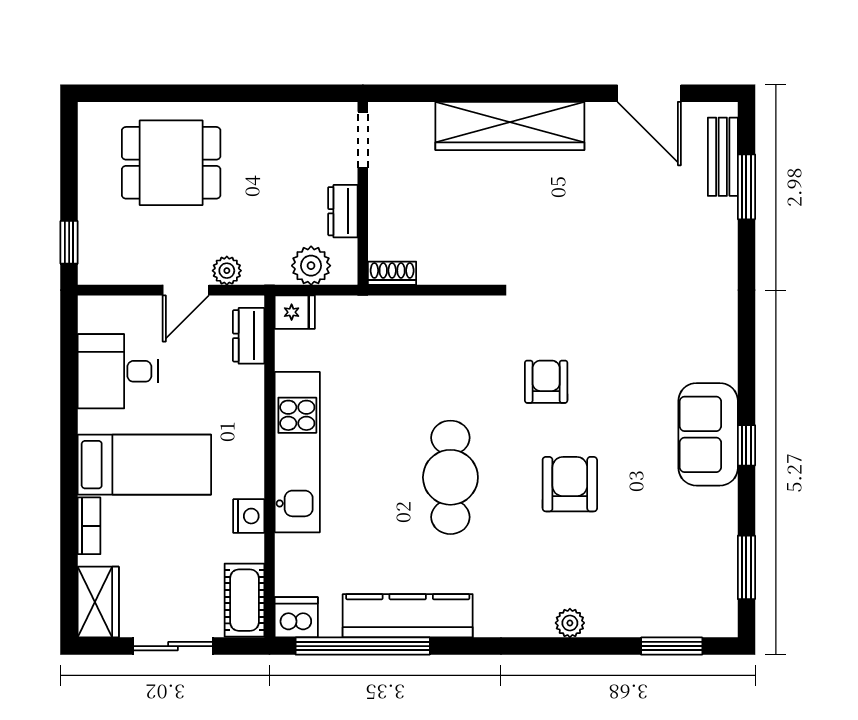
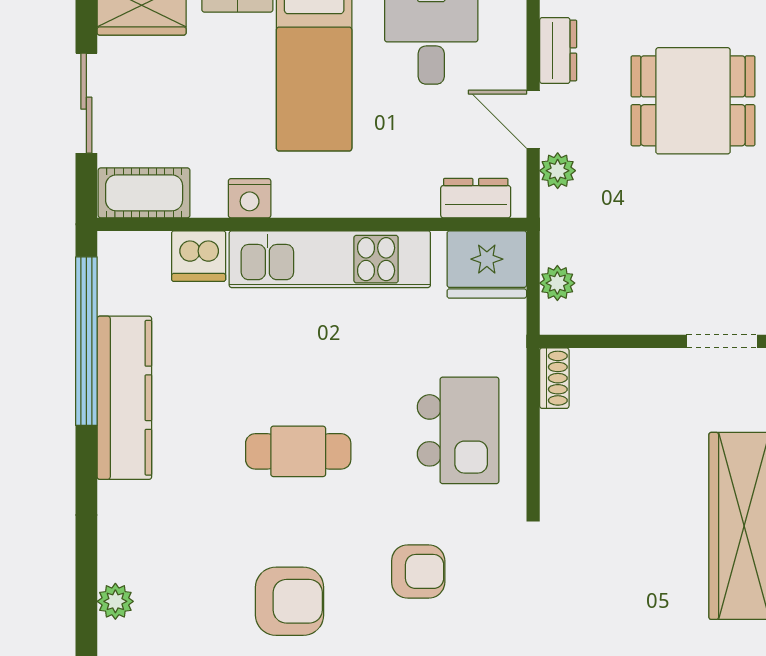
dining table: (171, 163) -> (693, 101), turned 90
dresser: (343, 211) -> (558, 50), moved, turned 90
plant: (311, 266) -> (557, 283), width x0.73, depth x0.73
fridge: (295, 312) -> (487, 265), width x1.88, depth x1.34
kitchen island: (434, 350) -> (458, 430), added
cafe table: (450, 477) -> (298, 451), width x0.73, depth x0.74
dishwasher: (296, 617) -> (199, 256), moved, turned 90

